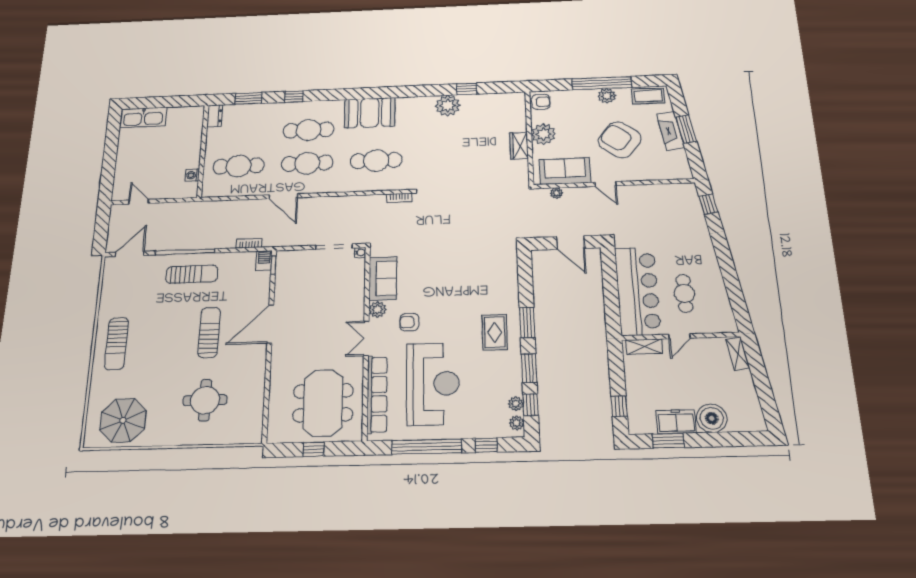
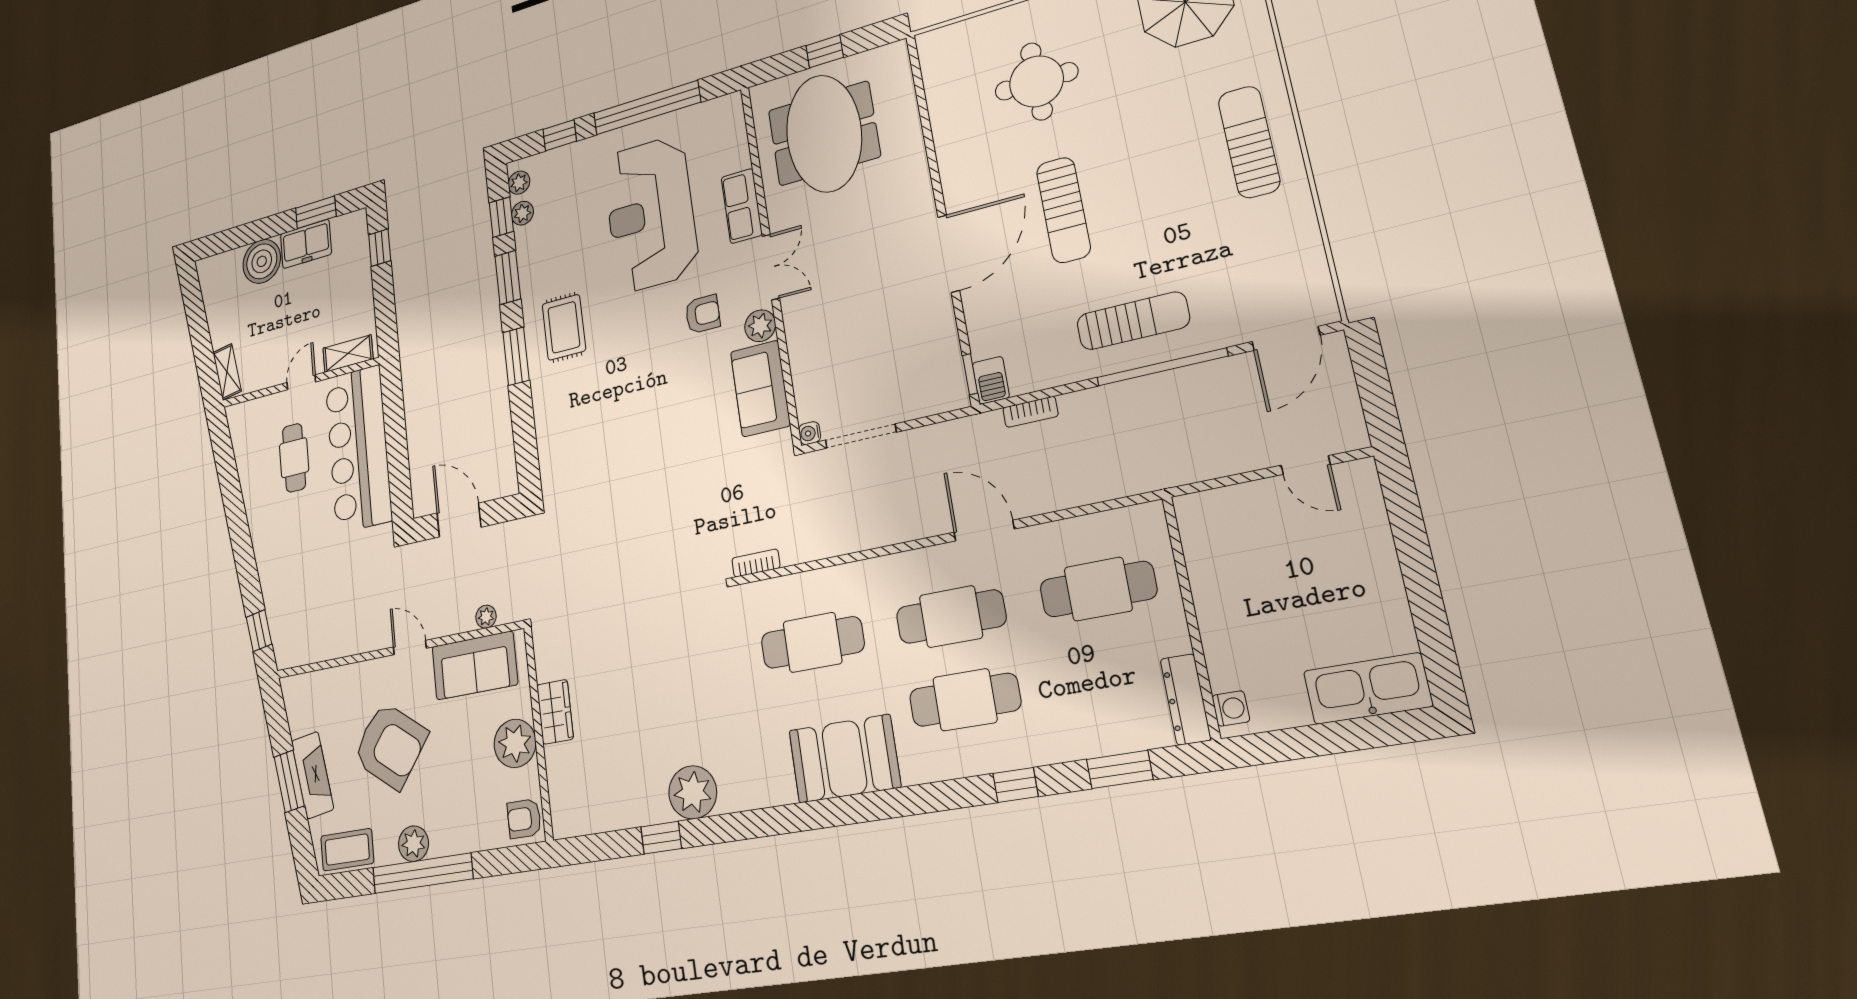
dresser: (215, 116) -> (1186, 699), width x1.44
washing machine: (192, 175) -> (1231, 708), moved
sun lounger: (192, 274) -> (1133, 321), turned 180
row of seats: (377, 394) -> (742, 206), width x0.50

